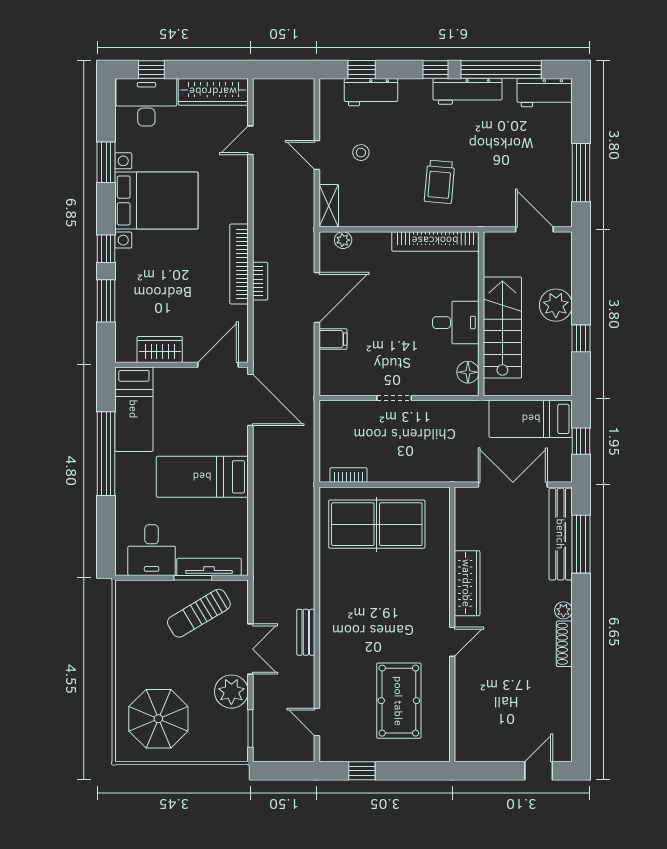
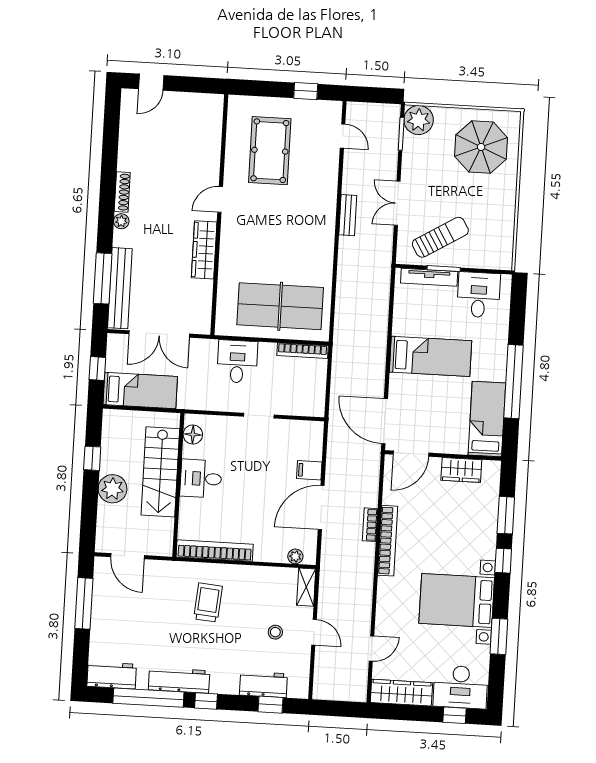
desk: (422, 458) -> (237, 362), added
bookcase: (348, 475) -> (303, 351), width x1.56
plant: (231, 692) -> (419, 120), moved

